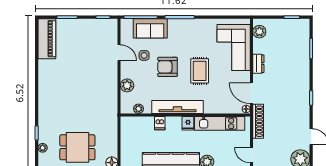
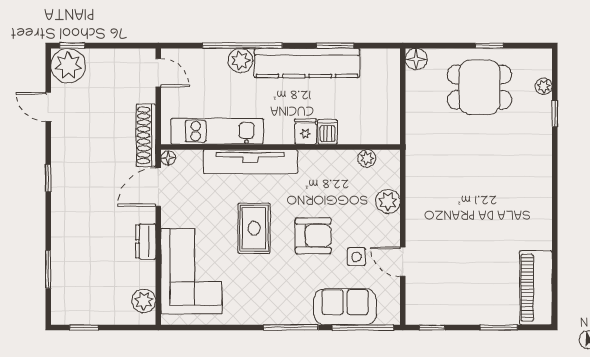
door: (251, 93) -> (158, 187), swing flipped
tv unit: (178, 107) -> (250, 162), moved
fridge: (188, 123) -> (305, 132), moved

